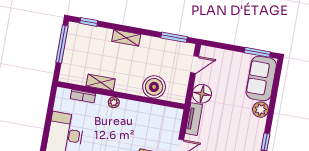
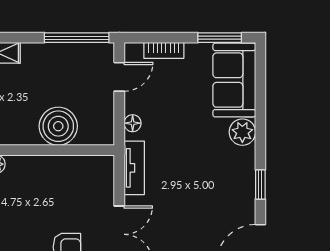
window: (174, 37) -> (77, 38), width x1.44
bookcase: (223, 54) -> (164, 50), added
floor lamp: (202, 94) -> (133, 123), width x0.53, depth x0.53

